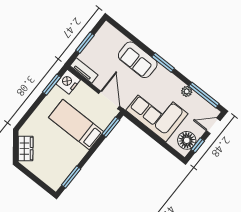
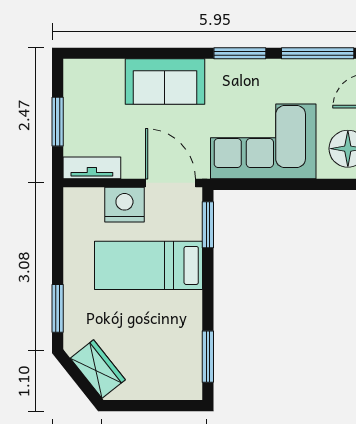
window: (163, 63) -> (240, 53), moved
nightstand: (68, 82) -> (124, 205), moved, turned 90
window: (52, 85) -> (58, 308), moved
plant: (187, 91) -> (285, 70), removed

